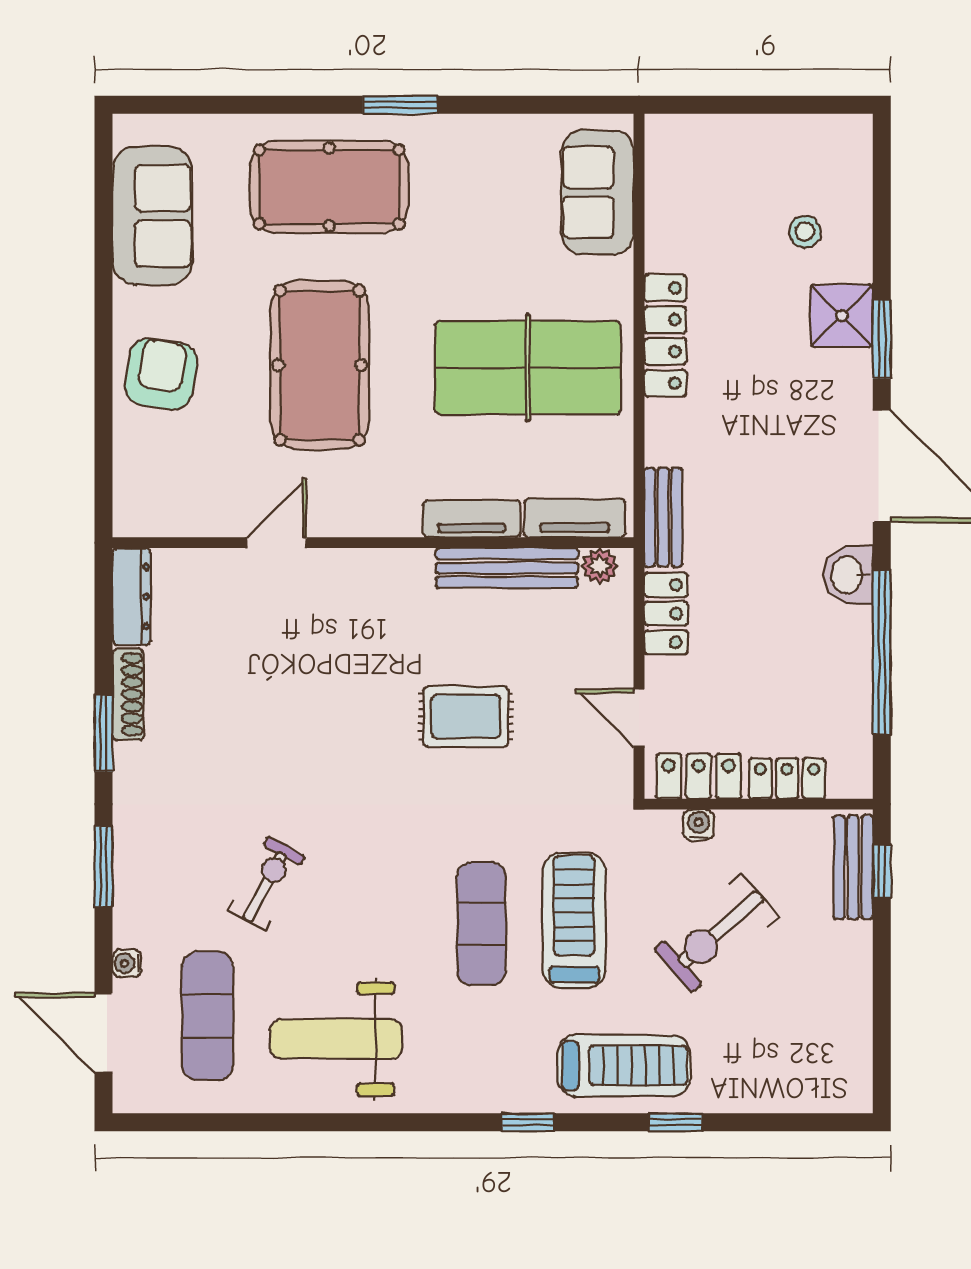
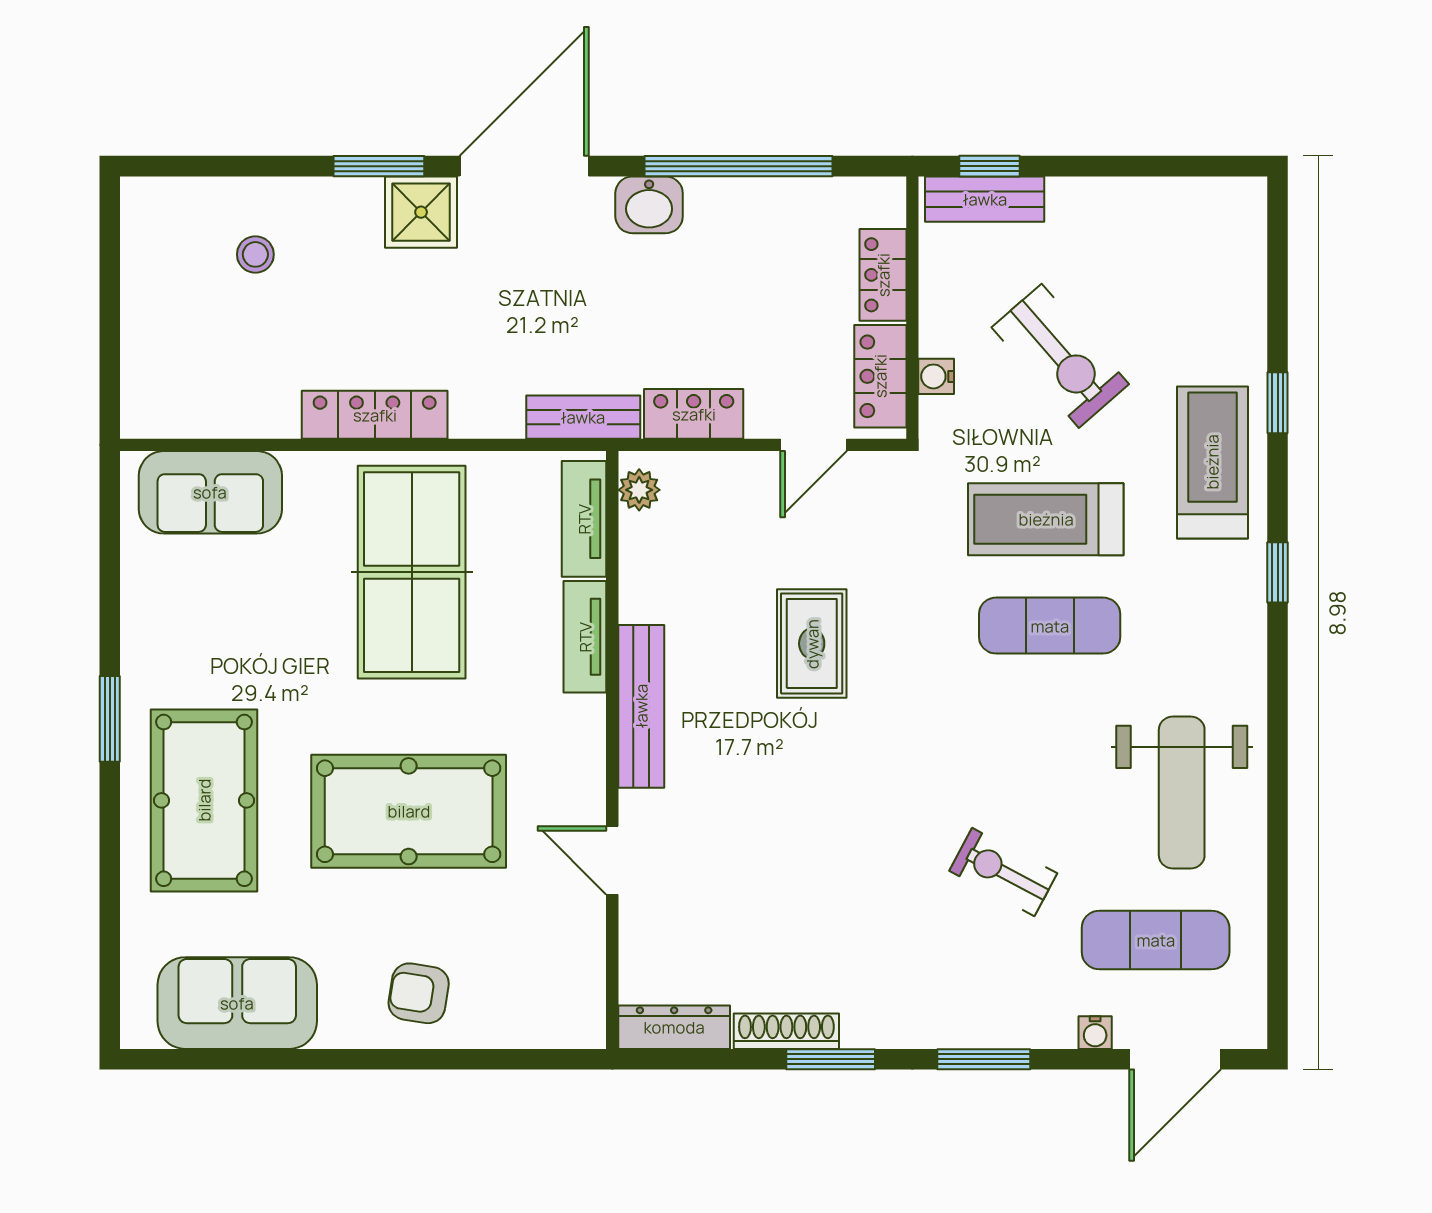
shower: (842, 316) -> (421, 212), moved
armchair: (161, 374) -> (419, 993), width x0.72, depth x0.72
bench: (507, 568) -> (641, 706), moved

